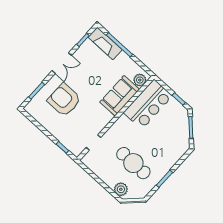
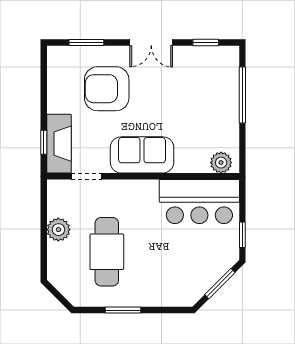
fireplace: (105, 43) -> (59, 144), moved, turned 180
sofa: (120, 96) -> (142, 155), moved
armchair: (64, 100) -> (107, 89), turned -90
plant: (121, 189) -> (58, 230), moved

